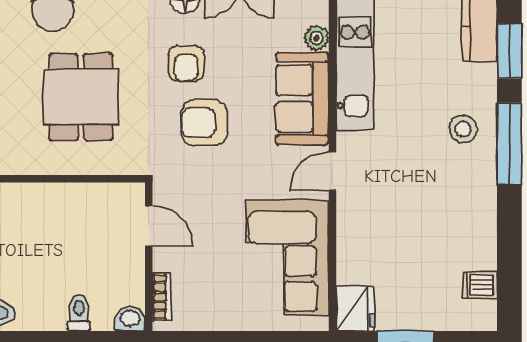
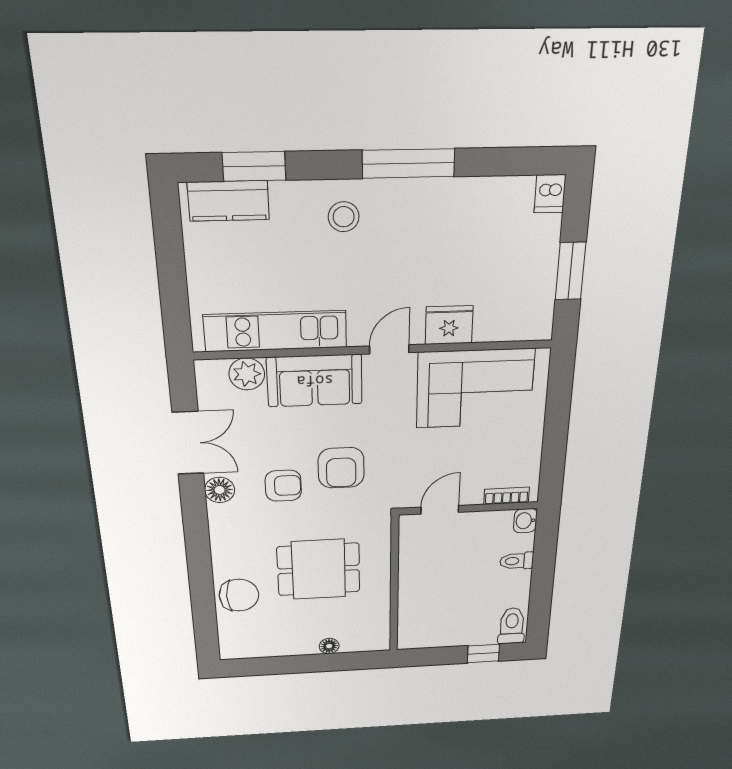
plant: (316, 38) -> (247, 374), width x1.38, depth x1.38
window: (509, 144) -> (408, 163), moved
door: (332, 171) -> (389, 349), swing flipped
dishwasher: (480, 285) -> (550, 194), moved
fridge: (355, 309) -> (449, 325), moved

